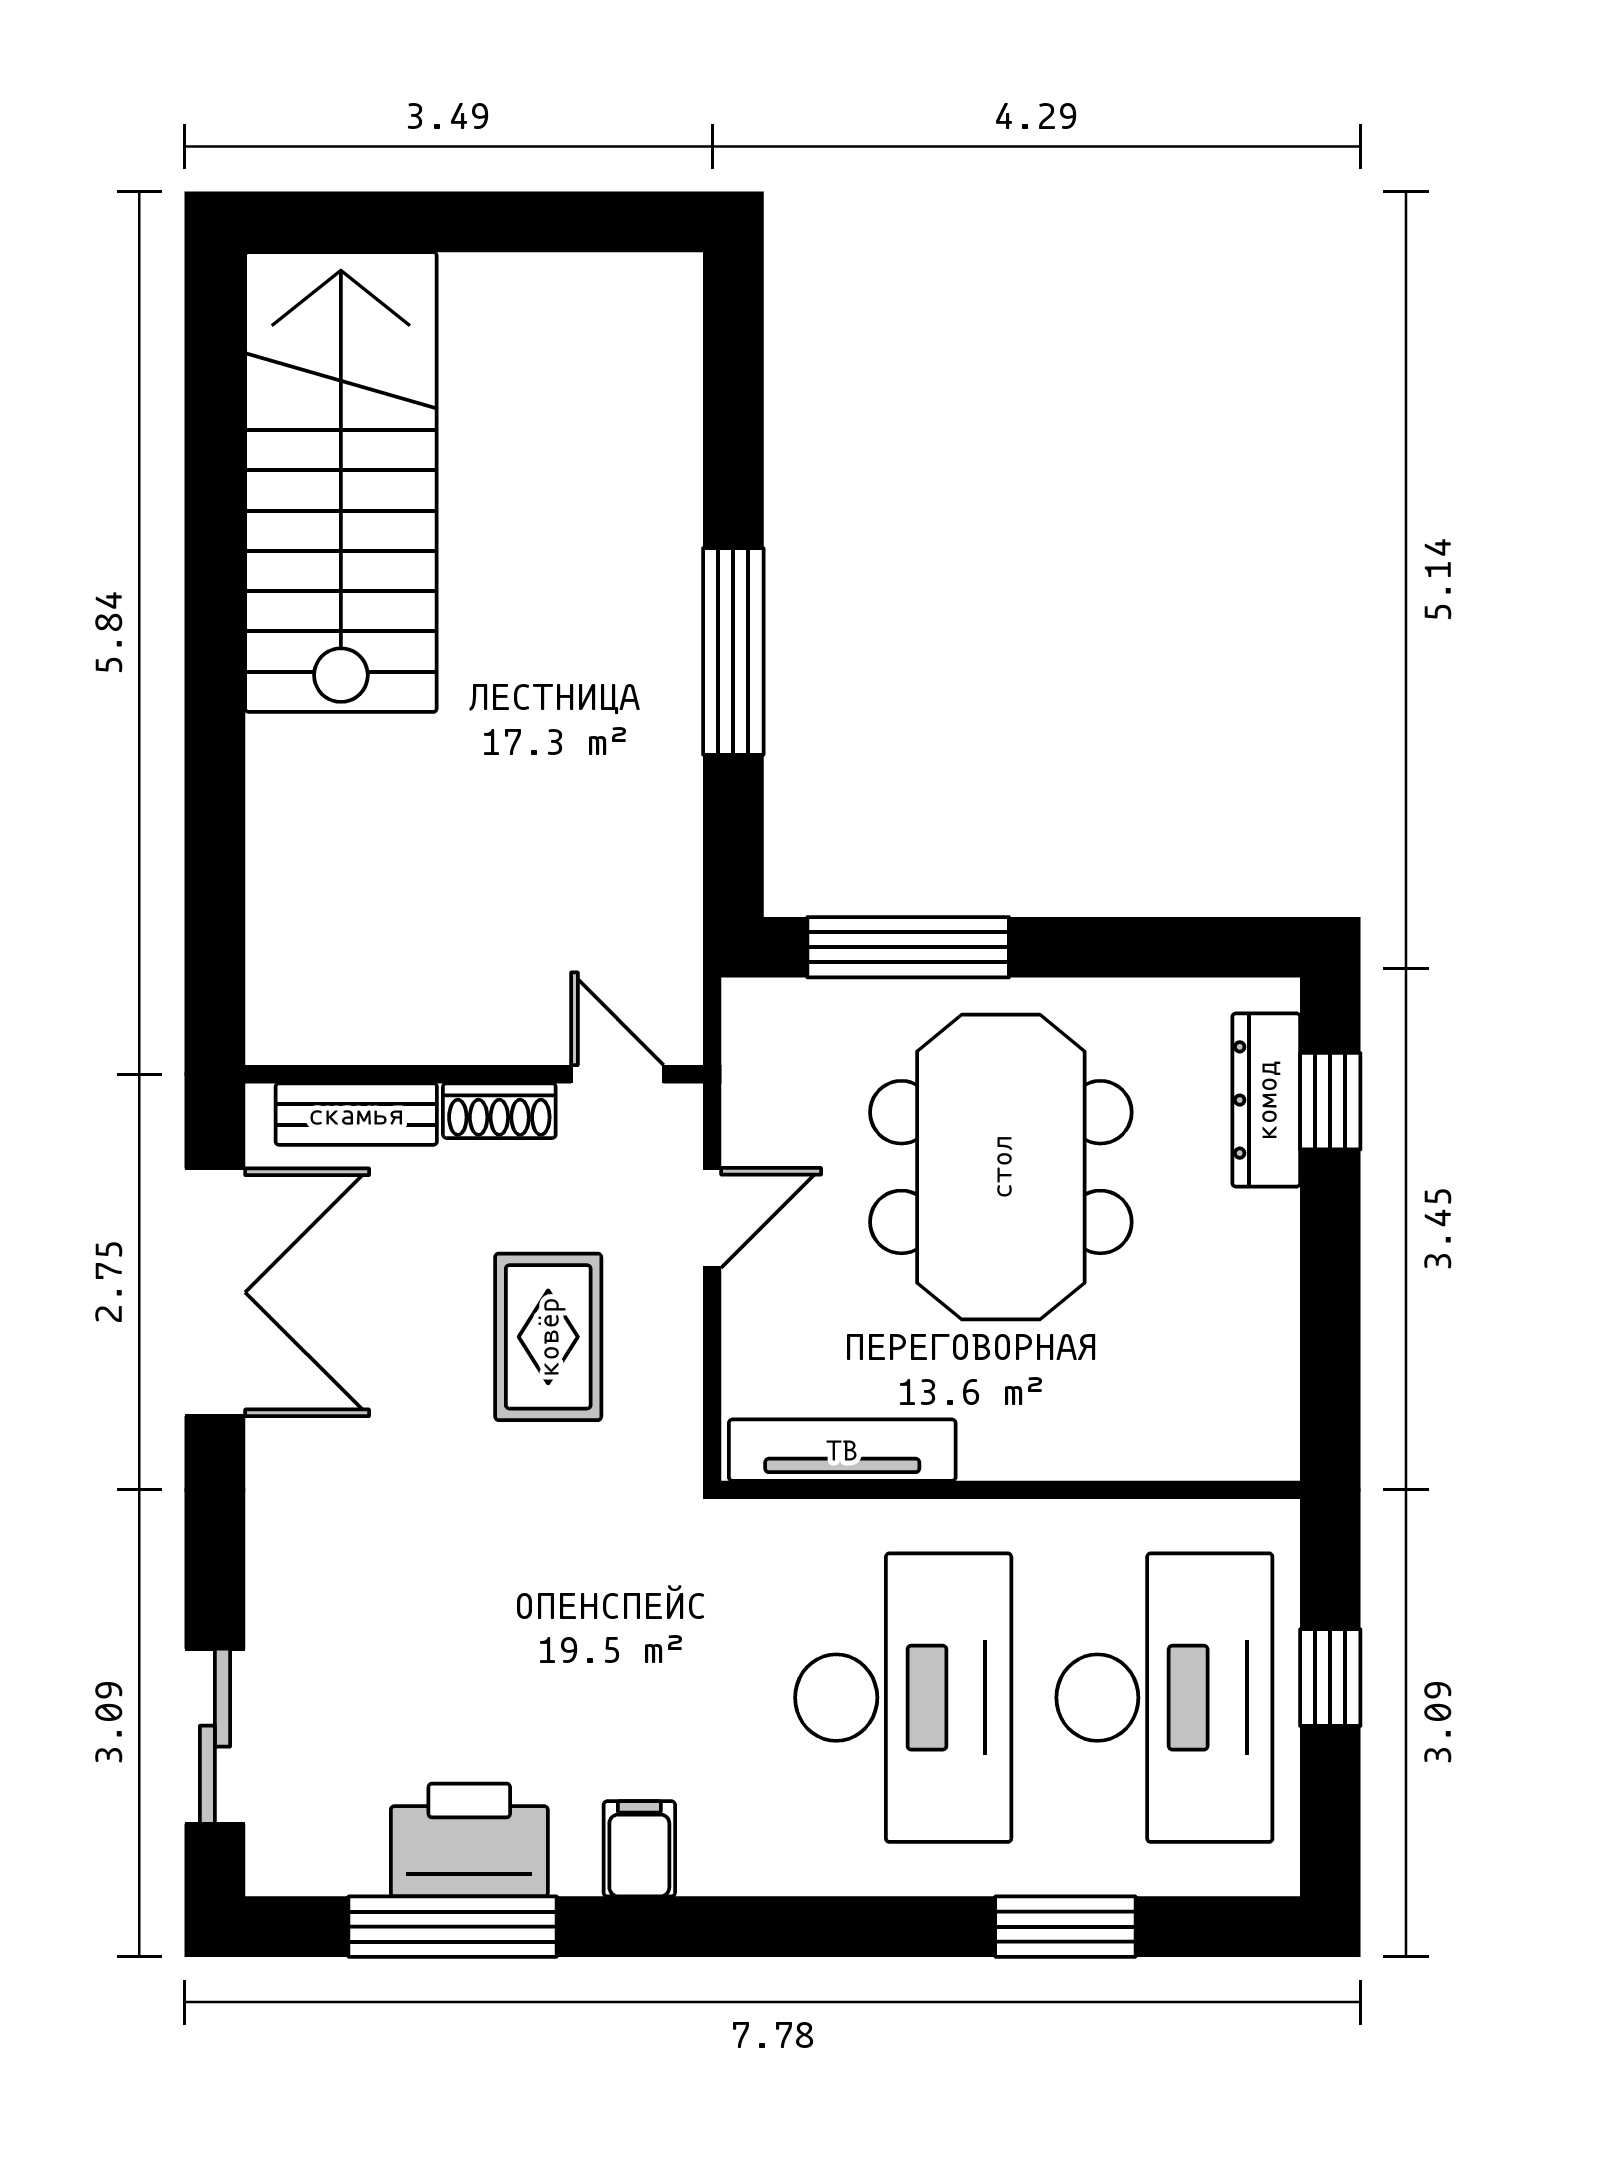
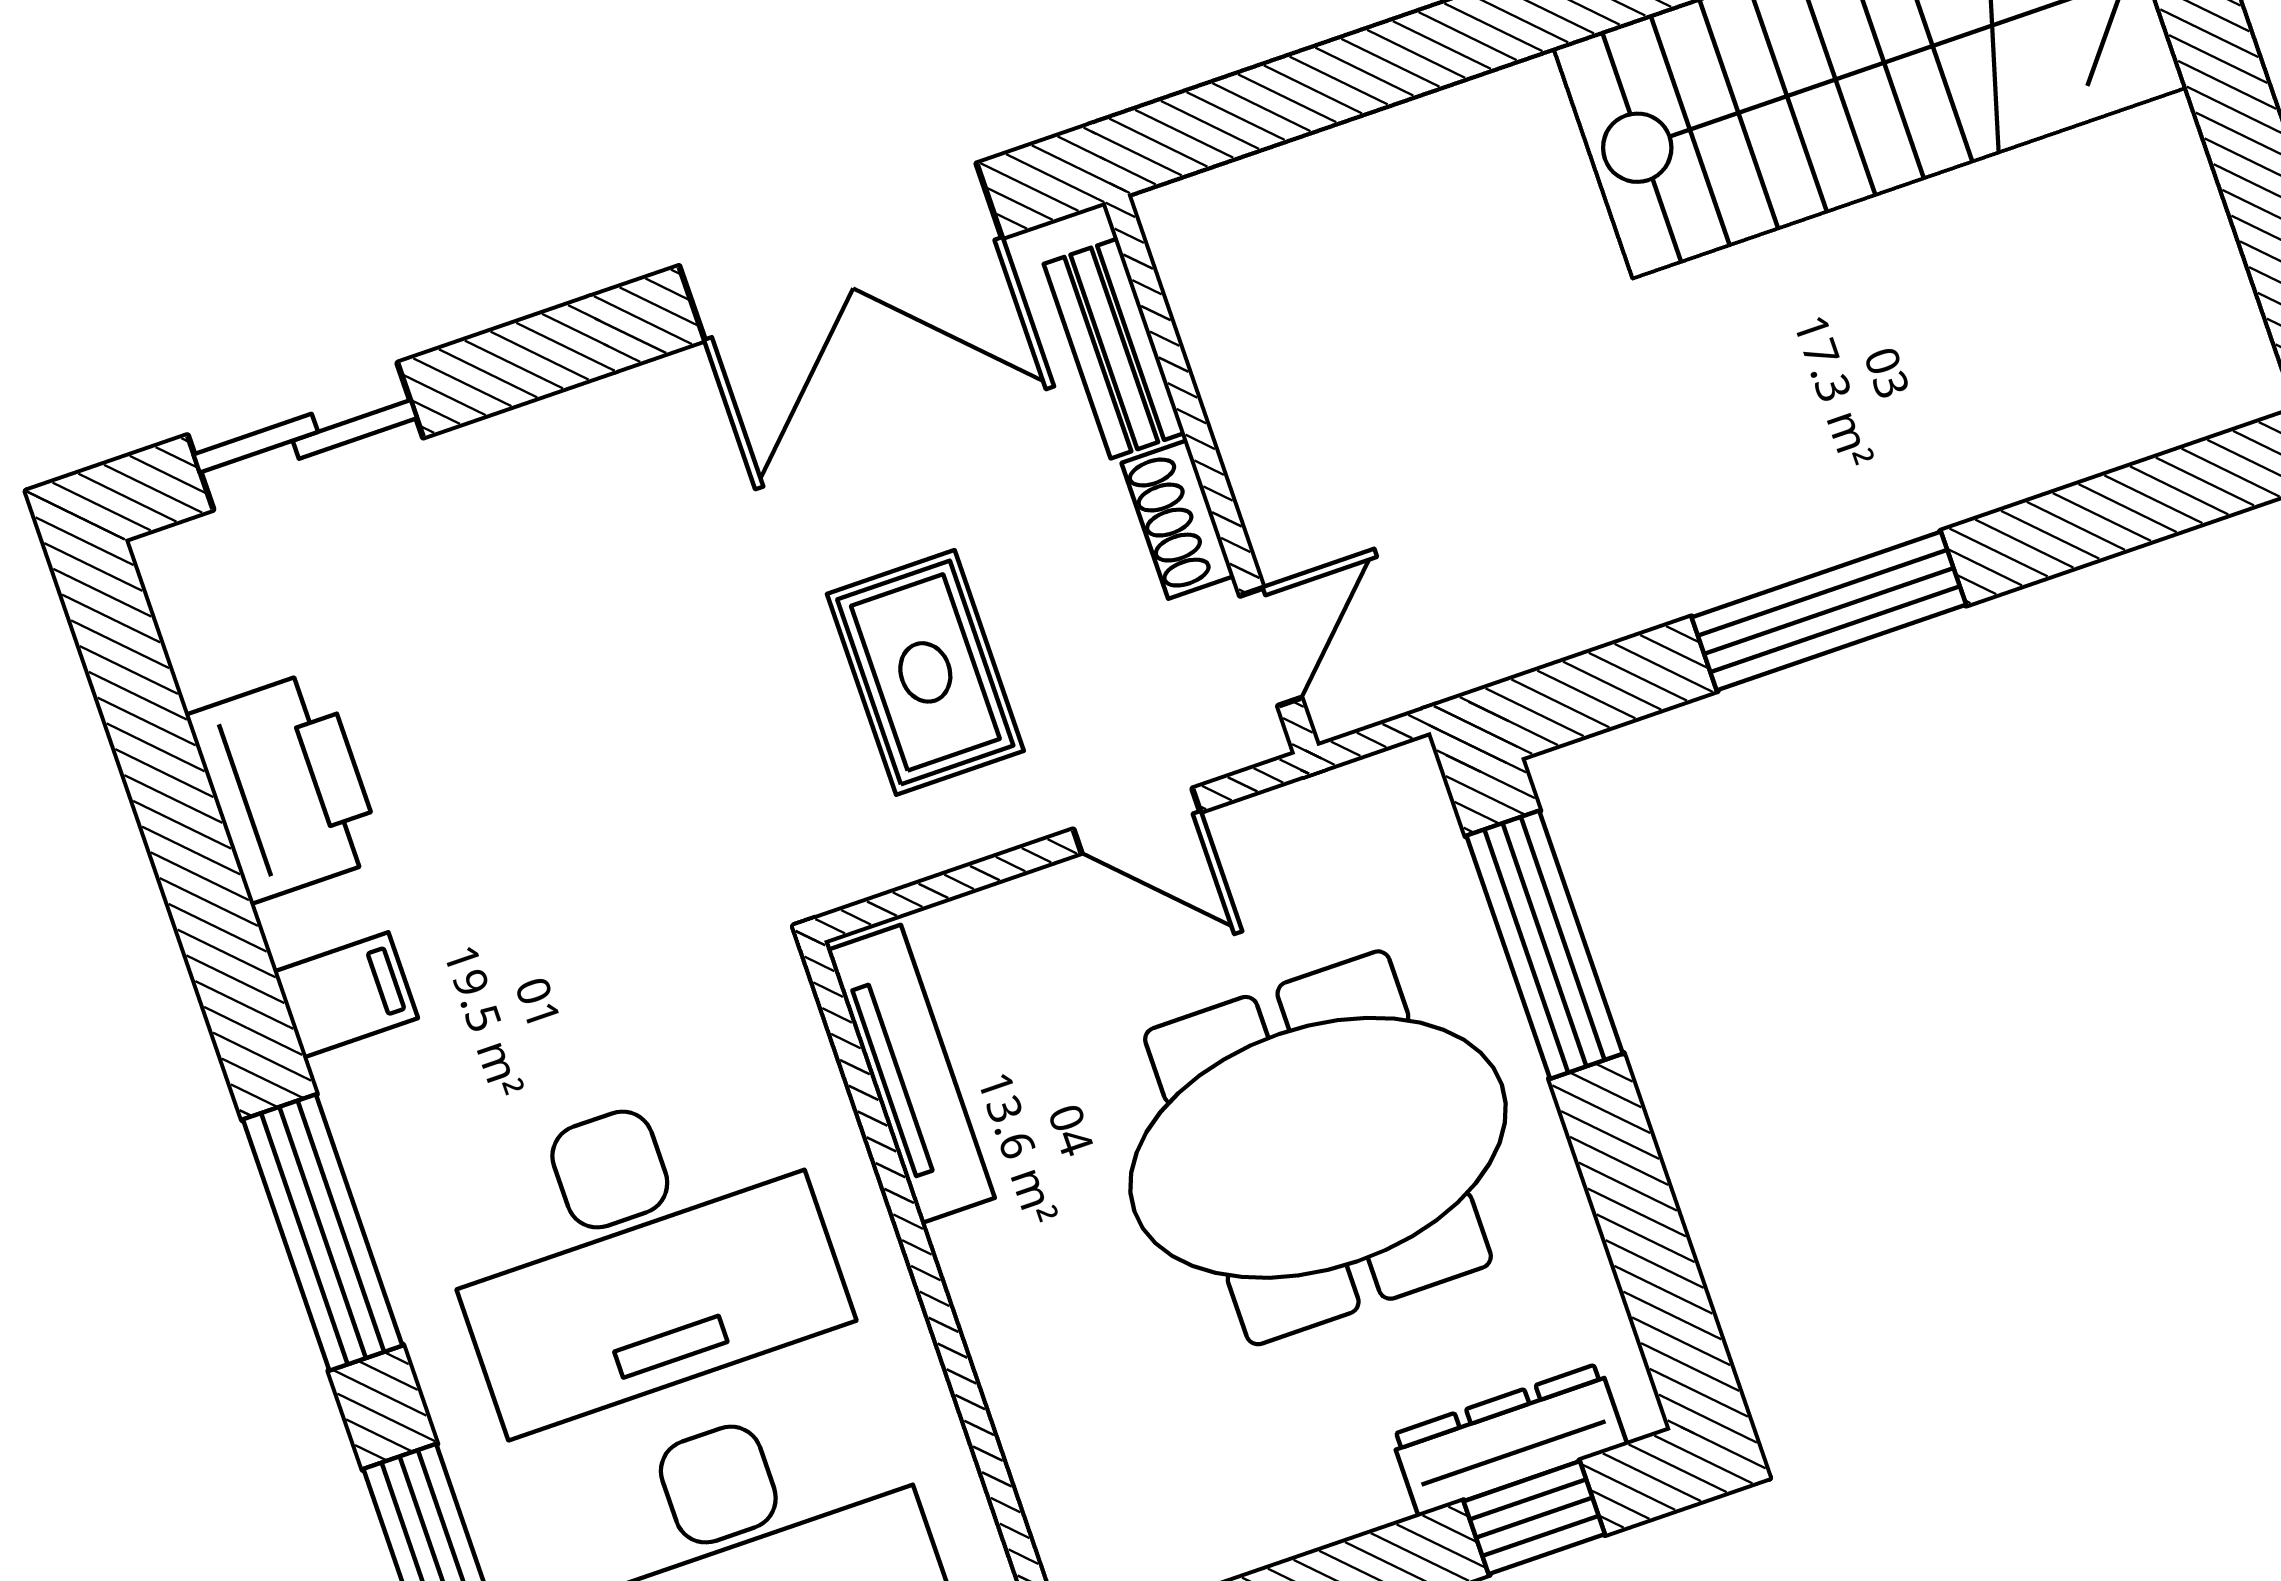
rug: (548, 1337) -> (925, 672), turned 90
window: (453, 1927) -> (323, 1233), moved

